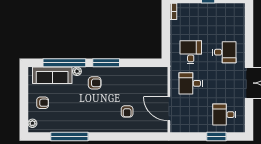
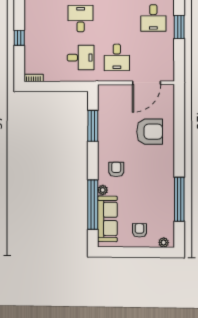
desk: (191, 52) -> (81, 58), turned 180
window: (106, 63) -> (93, 126), moved
armchair: (127, 111) -> (150, 132), width x1.88, depth x1.88

